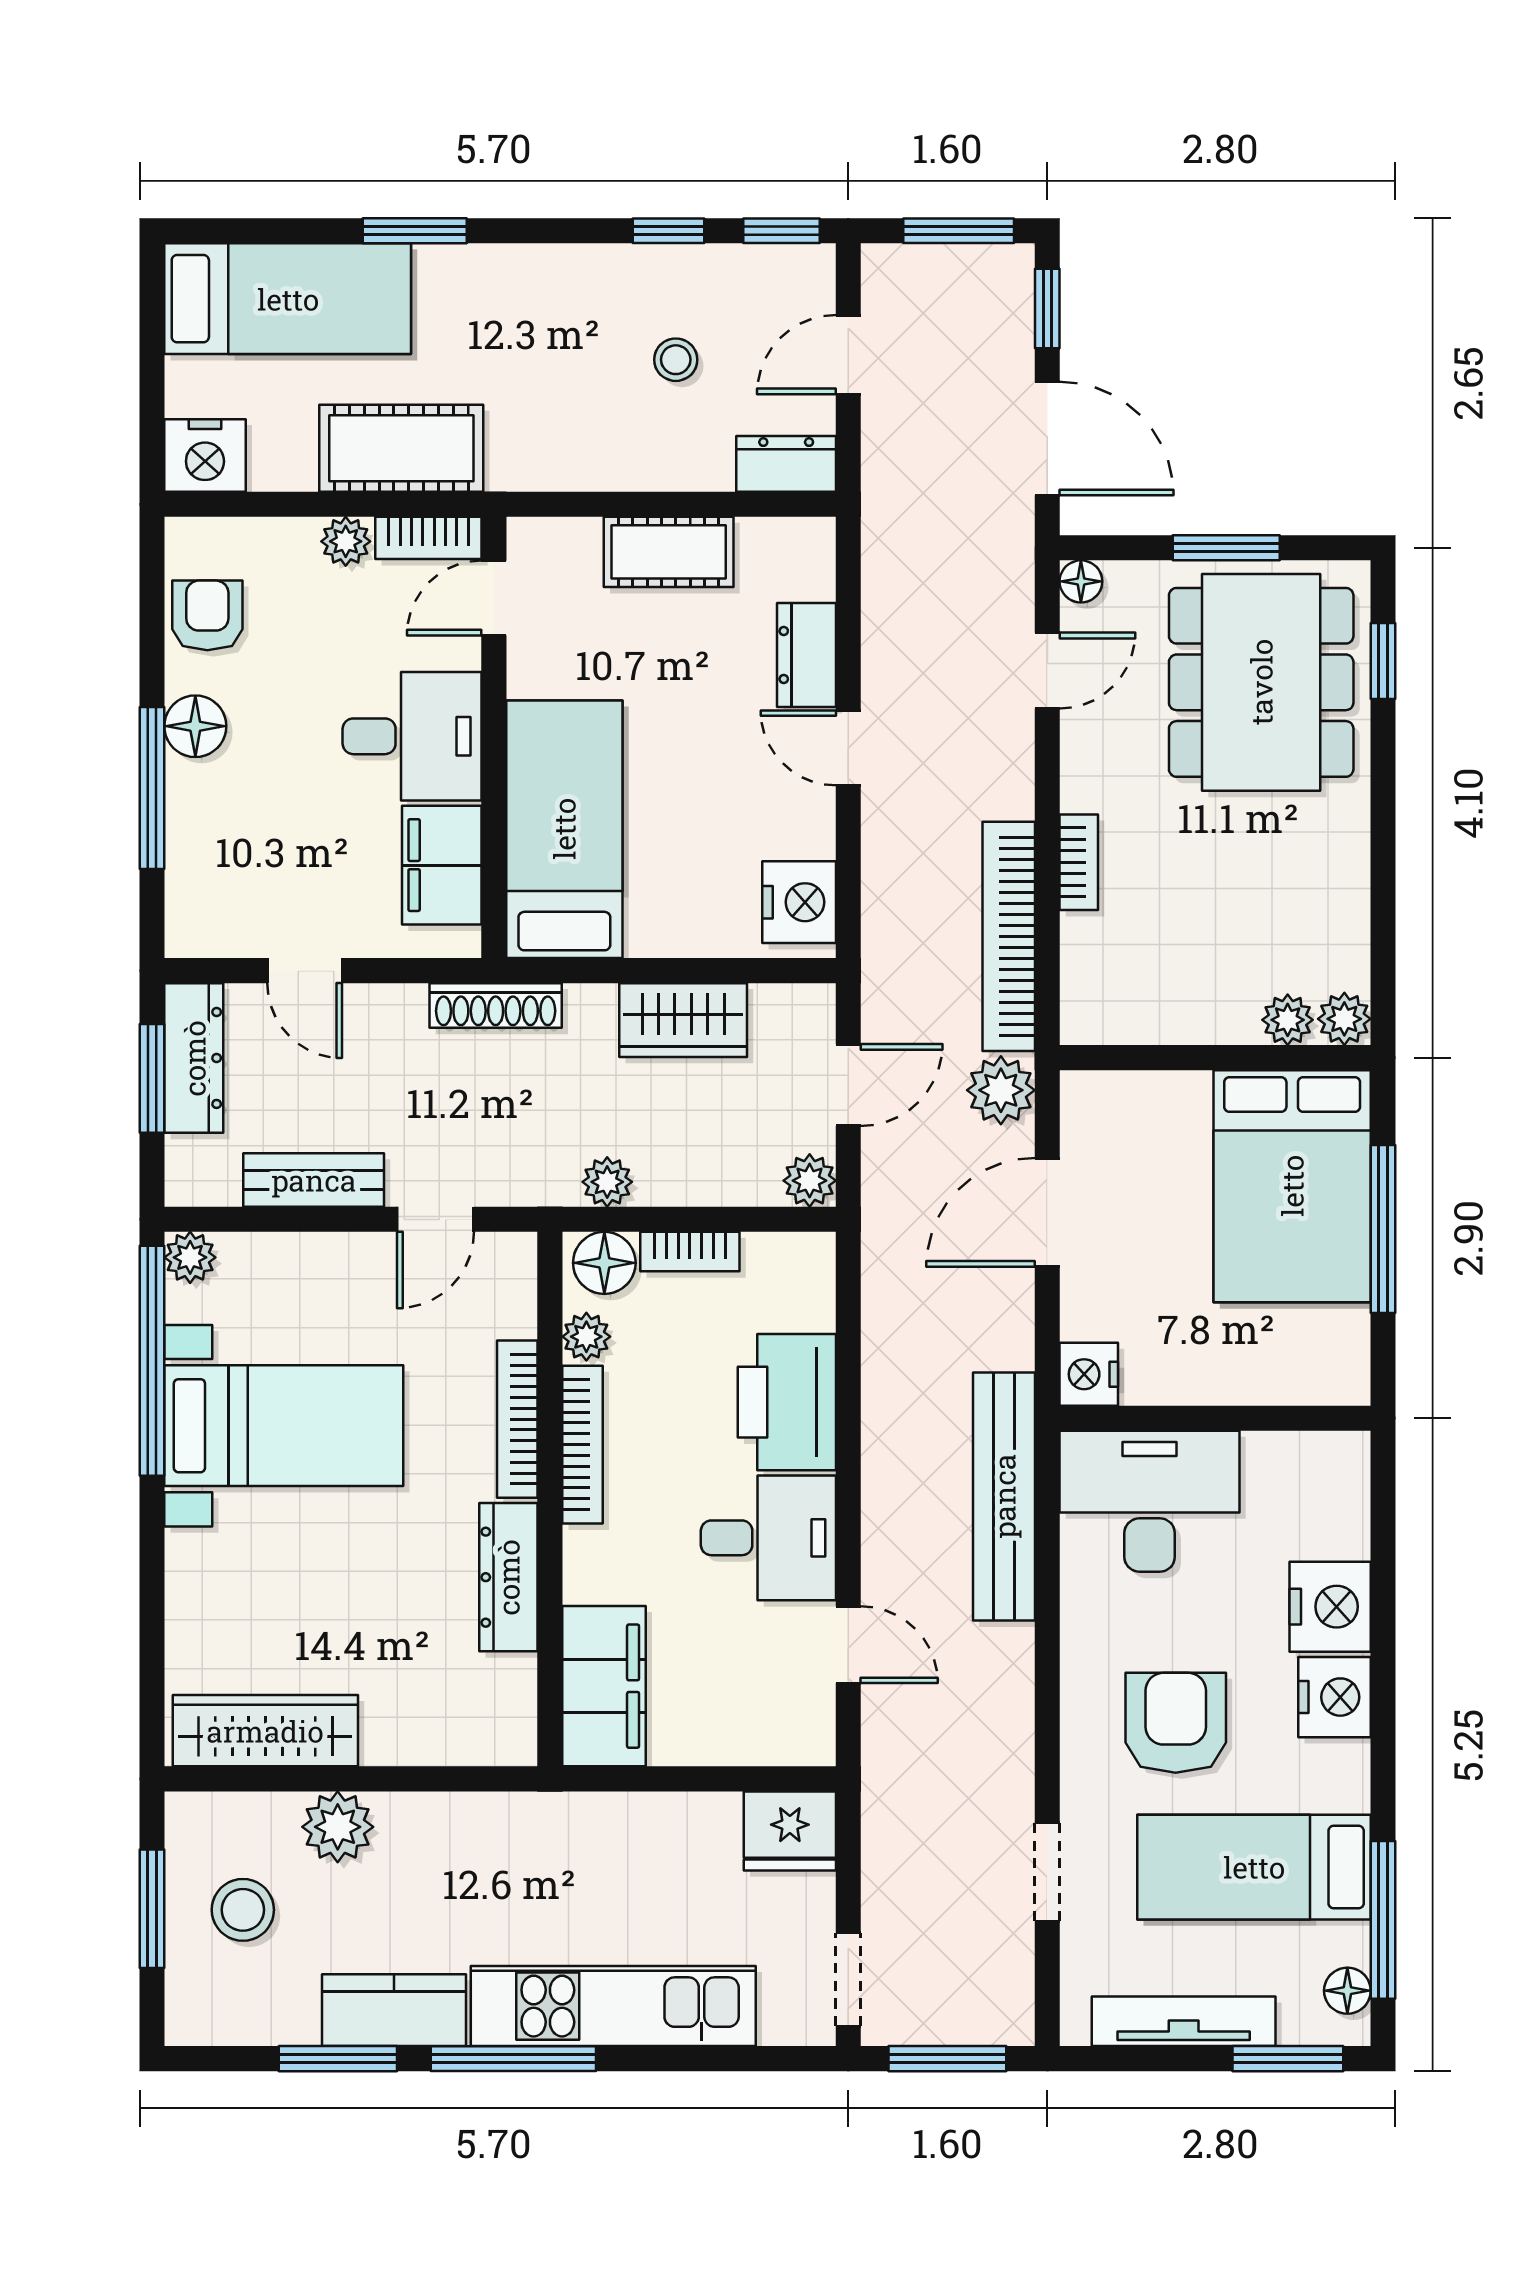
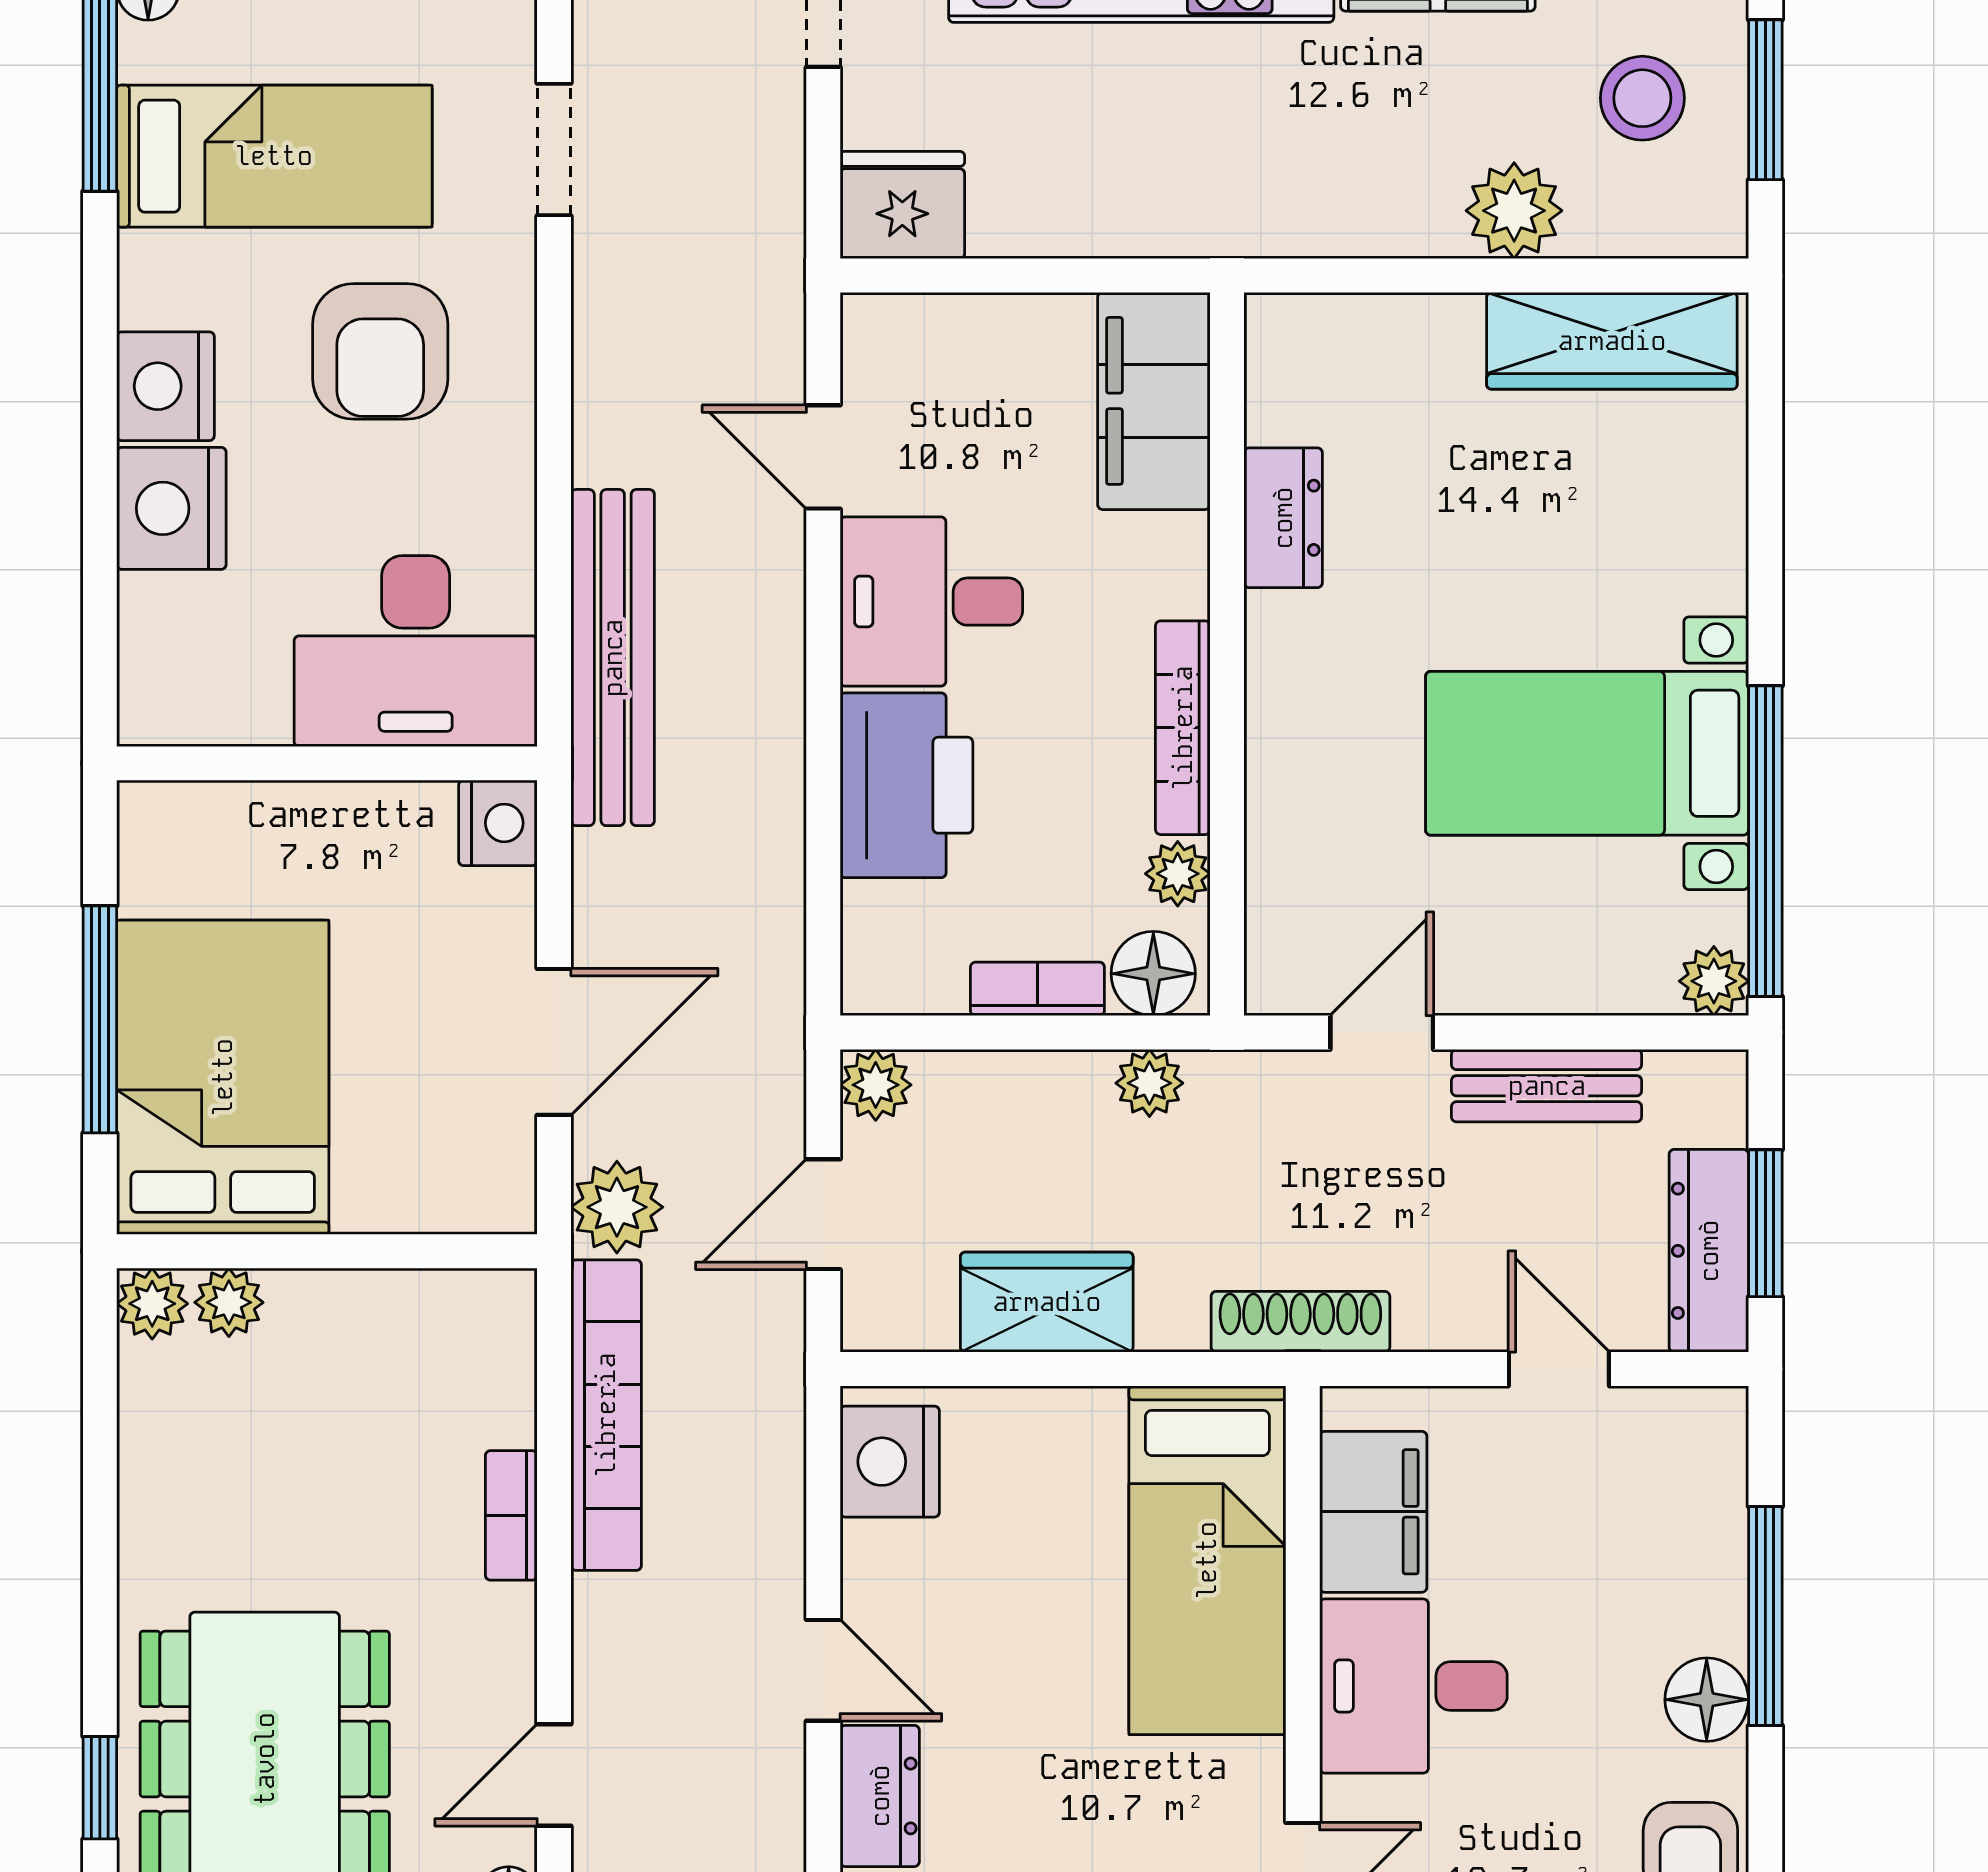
bookcase: (517, 1419) -> (1271, 762), removed
dresser: (508, 1577) -> (1283, 518), width x0.70

